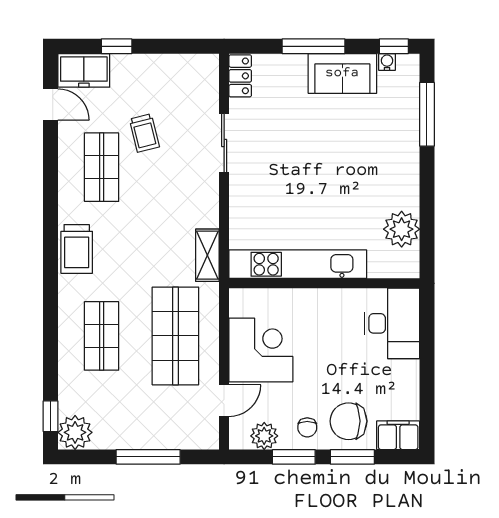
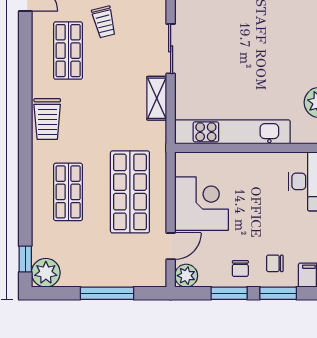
sliding door: (224, 143) -> (171, 49), moved
shelving: (207, 255) -> (157, 98), moved
chair: (348, 421) -> (275, 263), width x0.54, depth x0.54
plant: (264, 436) -> (186, 276), moved

